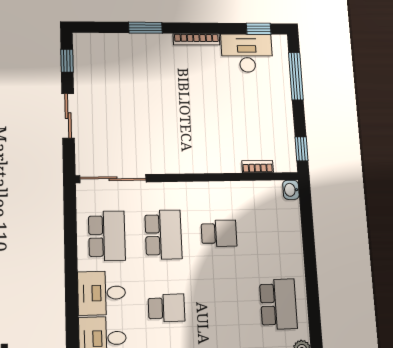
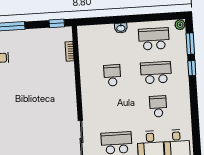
washbasin: (291, 190) -> (121, 28), moved
school desk: (163, 235) -> (156, 73), moved

